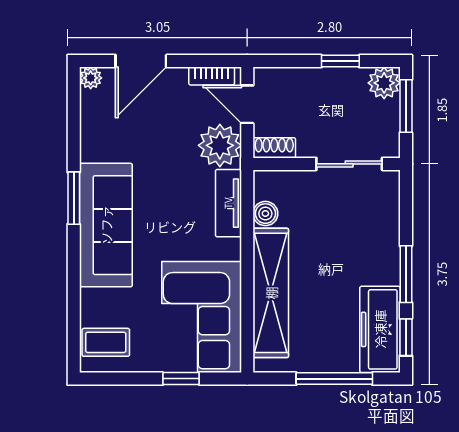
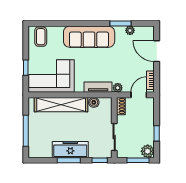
plant: (91, 78) -> (130, 30), moved
plant: (220, 145) -> (118, 88), width x0.53, depth x0.53
window: (74, 198) -> (121, 23), moved
freezer: (380, 329) -> (70, 150), moved
window: (406, 337) -> (100, 160), moved

